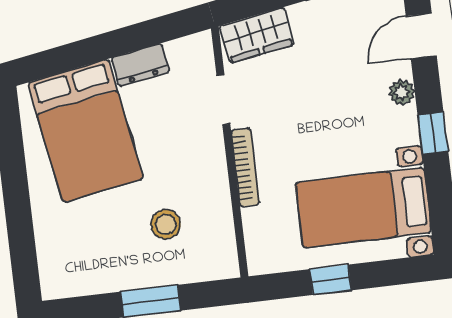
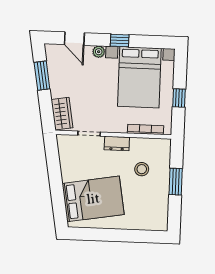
dresser: (140, 65) -> (117, 143), moved, turned 100
bookcase: (245, 167) -> (146, 130), moved
bed with nightstands: (363, 208) -> (139, 77), width x1.36

